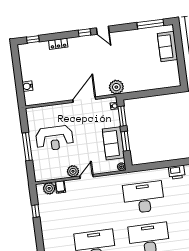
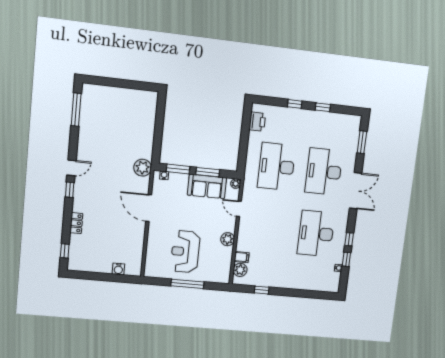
sofa: (167, 46) -> (108, 96), removed
reception desk: (54, 138) -> (185, 252), turned 180
door: (86, 176) -> (239, 209), moved

